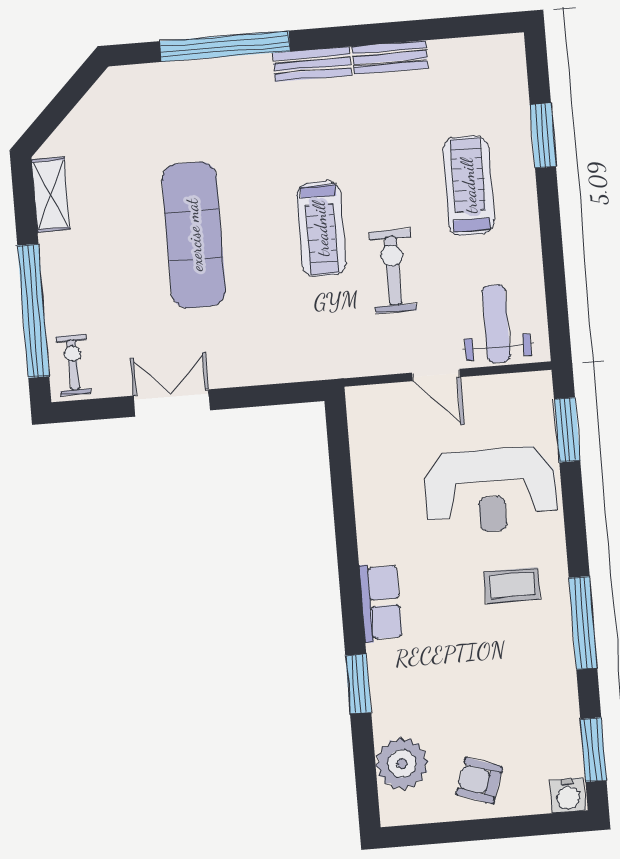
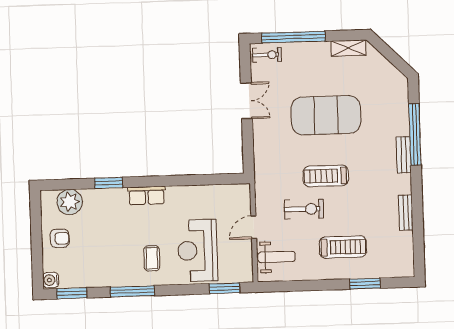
bench: (312, 64) -> (404, 155), moved
exercise mat: (194, 235) -> (326, 115), width x1.47
armchair: (479, 781) -> (60, 238), turned 71

